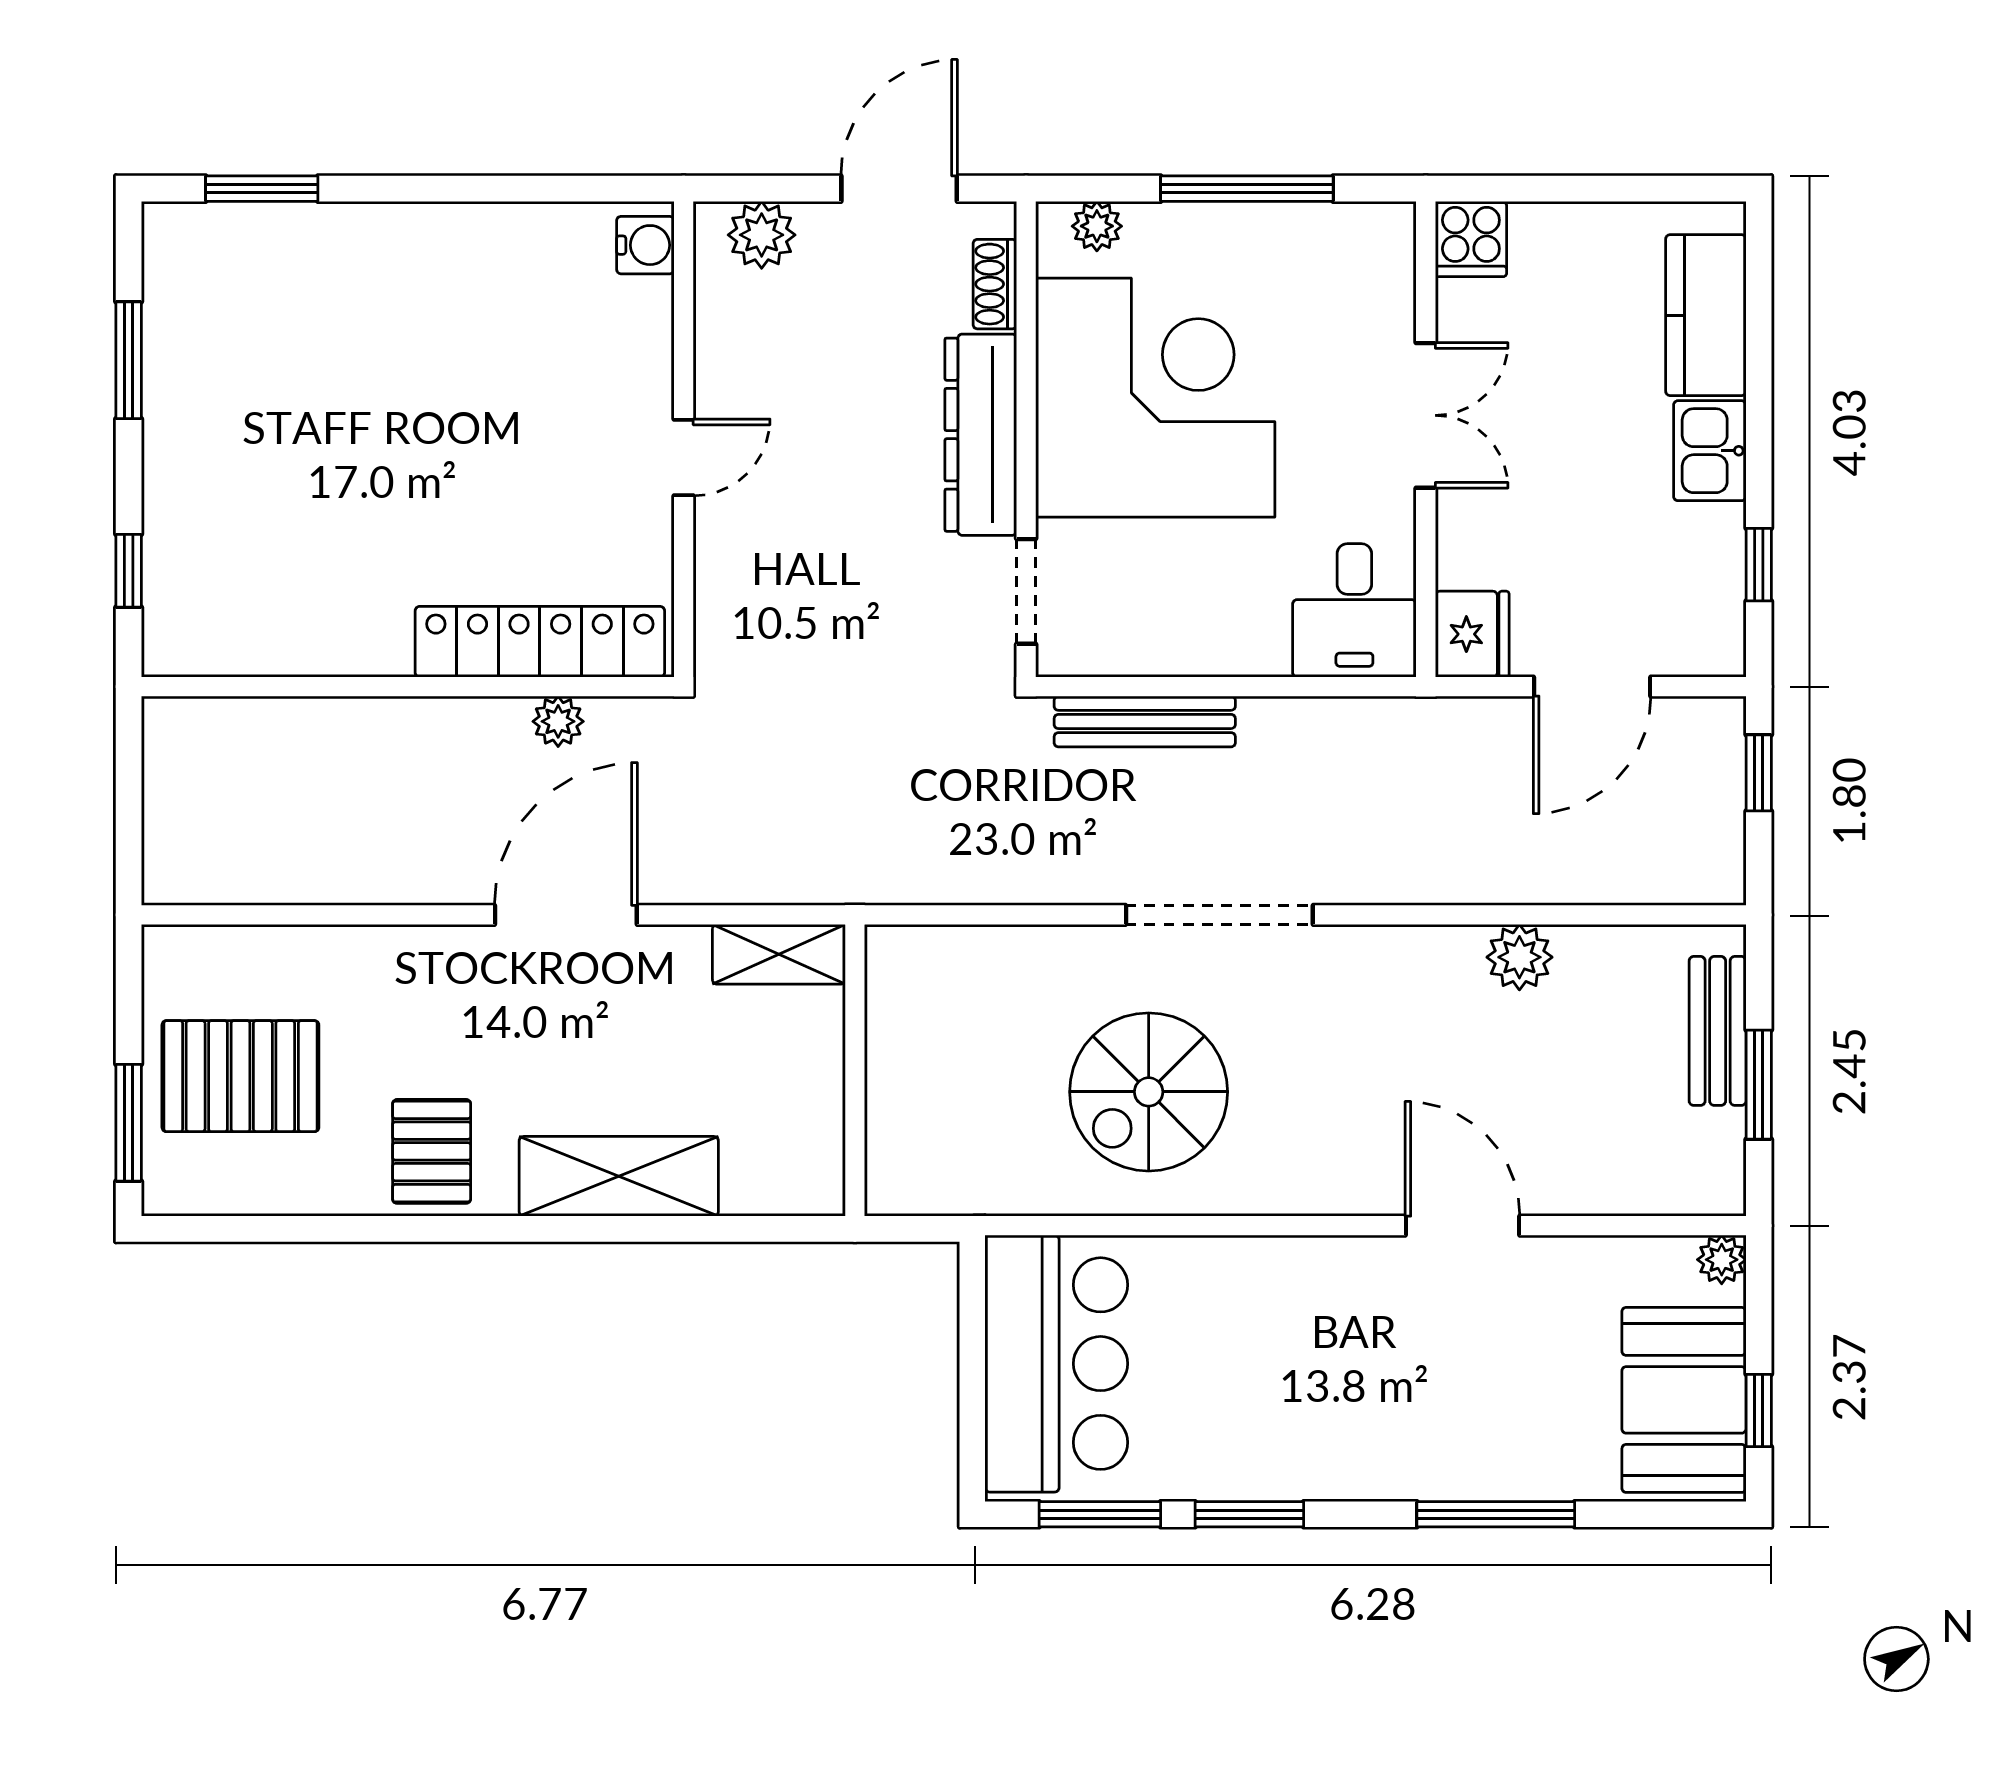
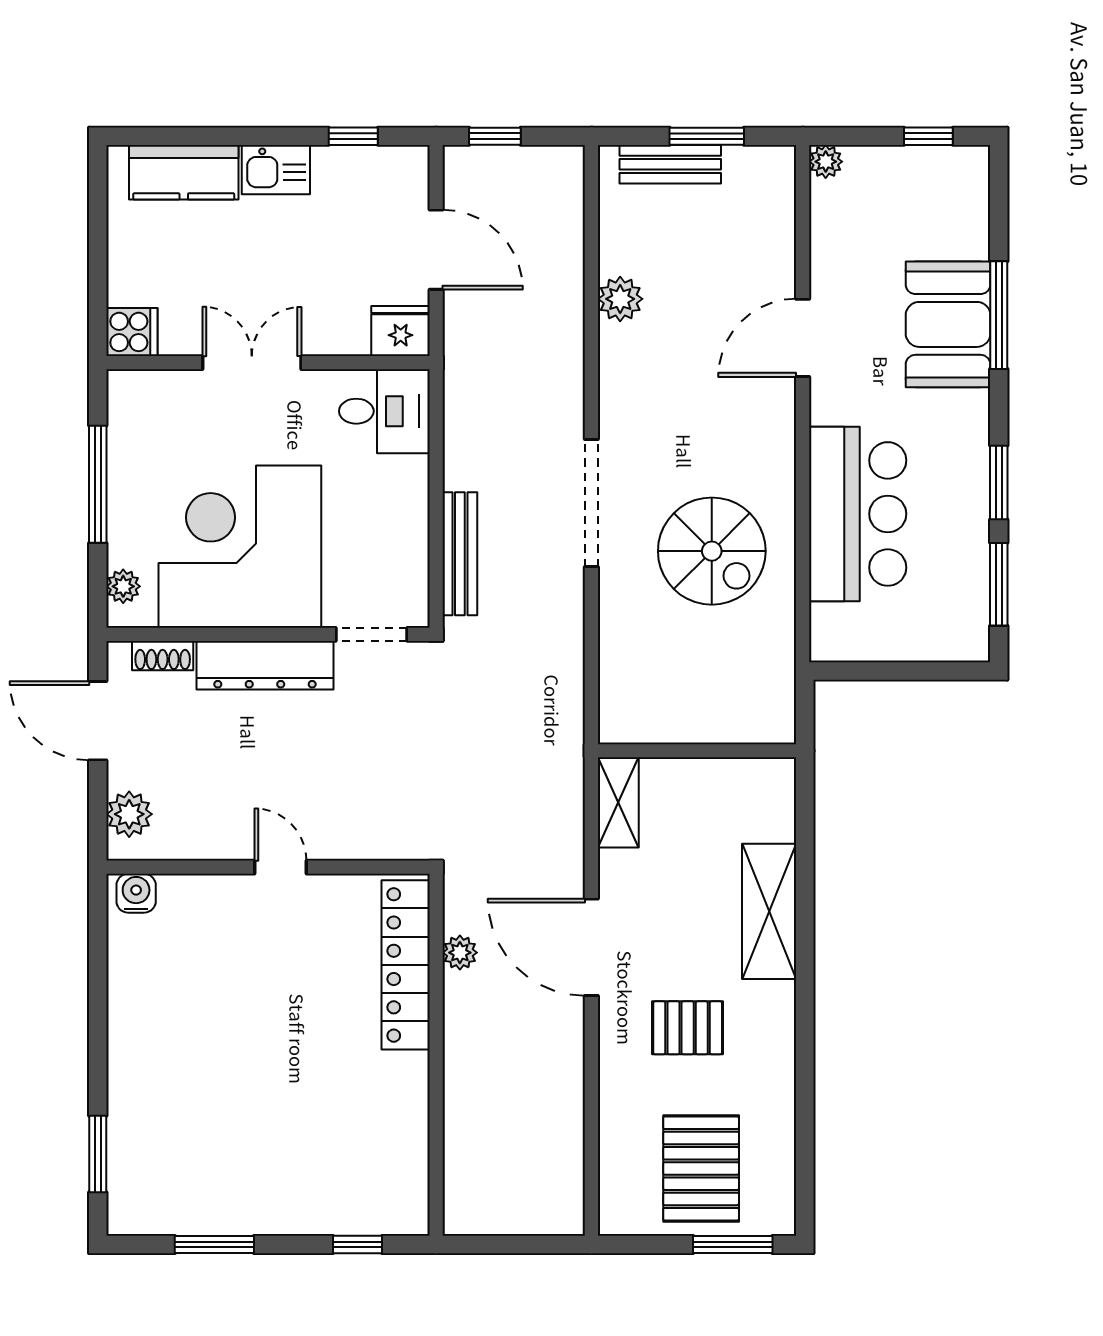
pallet: (432, 1151) -> (688, 1028), moved
bar counter: (1056, 1364) -> (858, 514), moved, turned 90
booth: (1684, 1400) -> (948, 324), moved, turned 90

